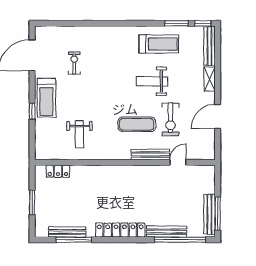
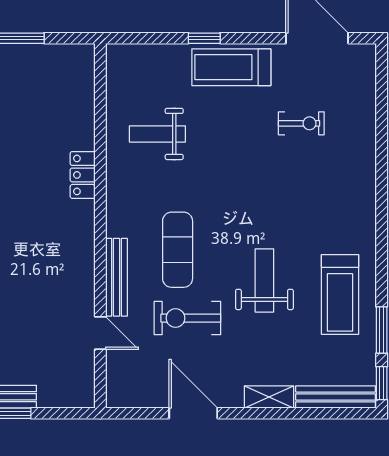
locker: (58, 171) -> (83, 175), moved

